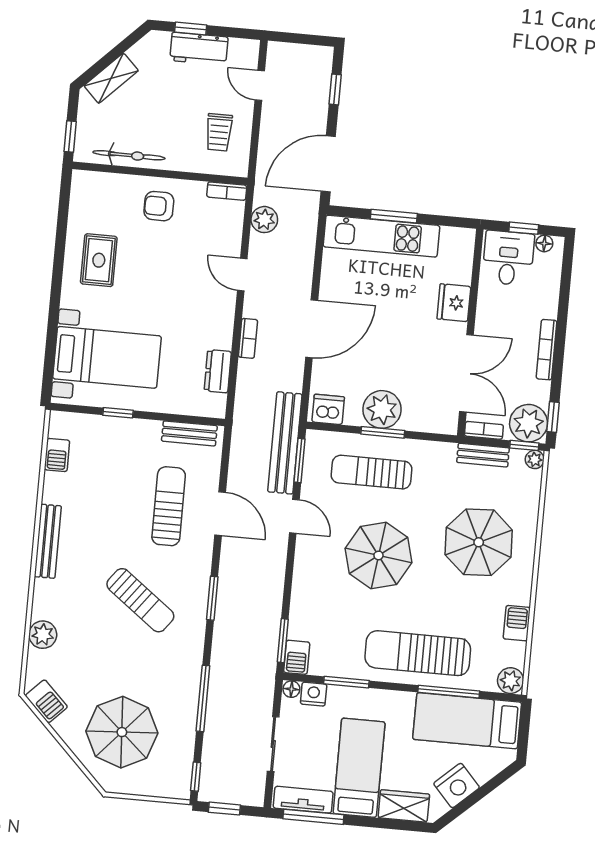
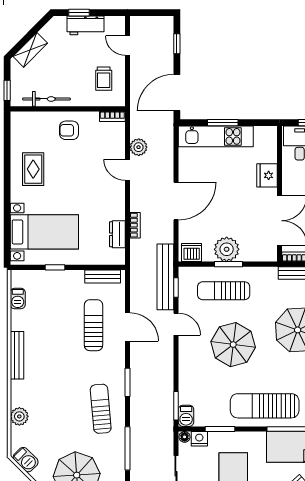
plant: (264, 220) -> (139, 147), moved
bookcase: (248, 338) -> (135, 225), moved
window: (299, 461) -> (176, 288), width x0.67
sun lounger: (140, 600) -> (101, 409), moved, turned -132

